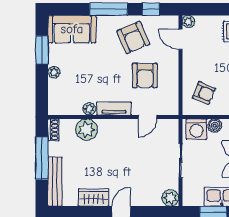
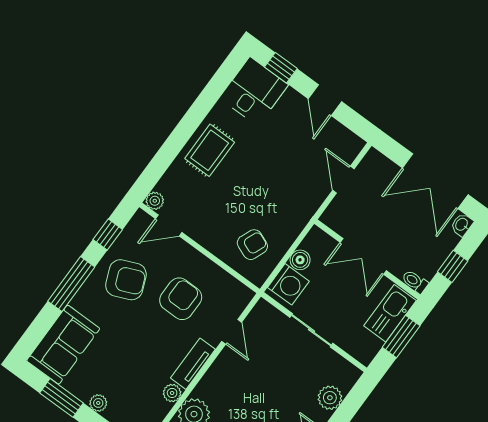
armchair: (145, 75) -> (181, 299), turned -90
plant: (170, 198) -> (330, 398), moved

